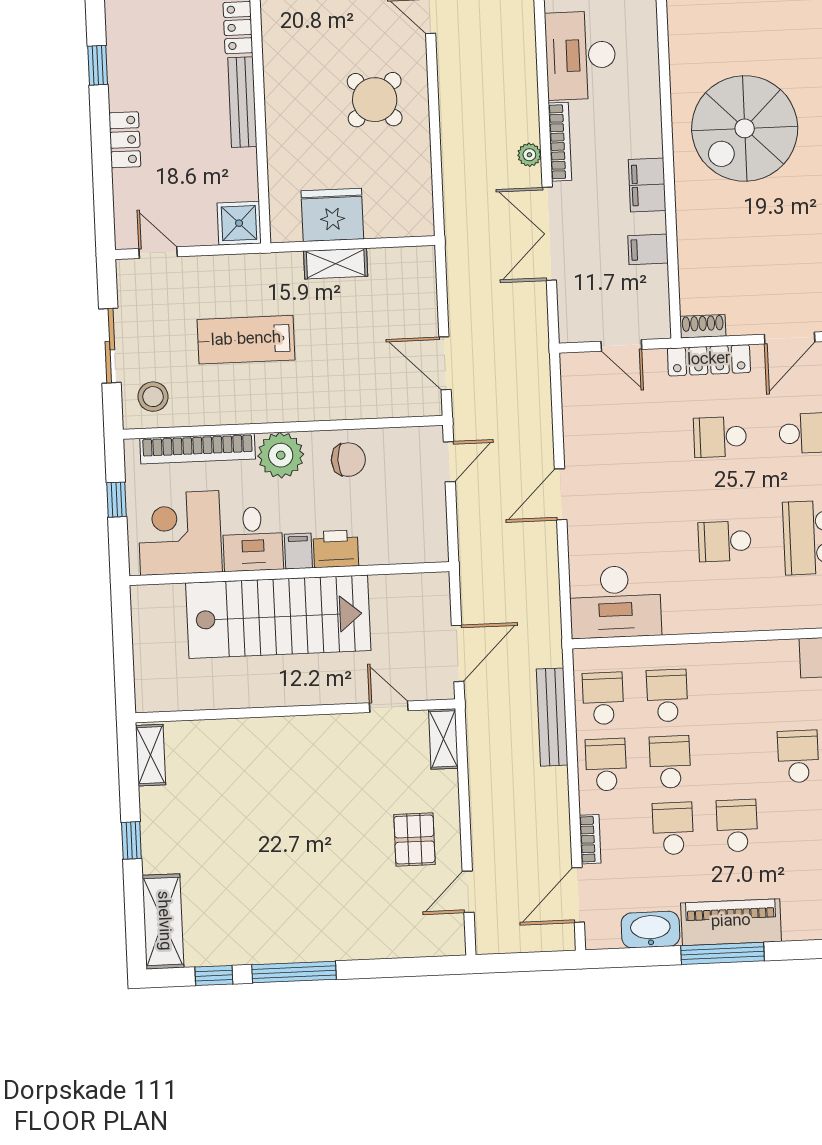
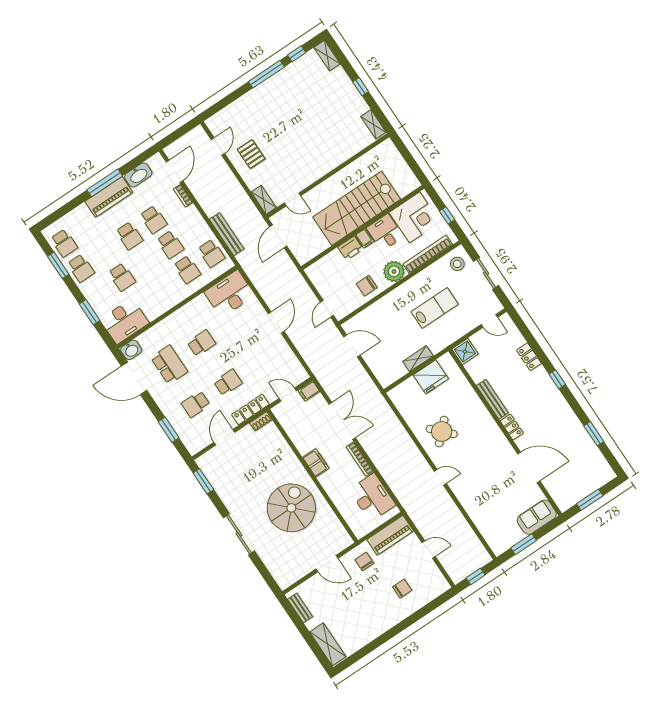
plant: (529, 155) -> (369, 447), removed
filing cabinet: (648, 249) -> (309, 391), moved, turned 180
school desk: (606, 765) -> (194, 228), removed
shelving: (163, 921) -> (327, 56), width x0.67, depth x0.75

